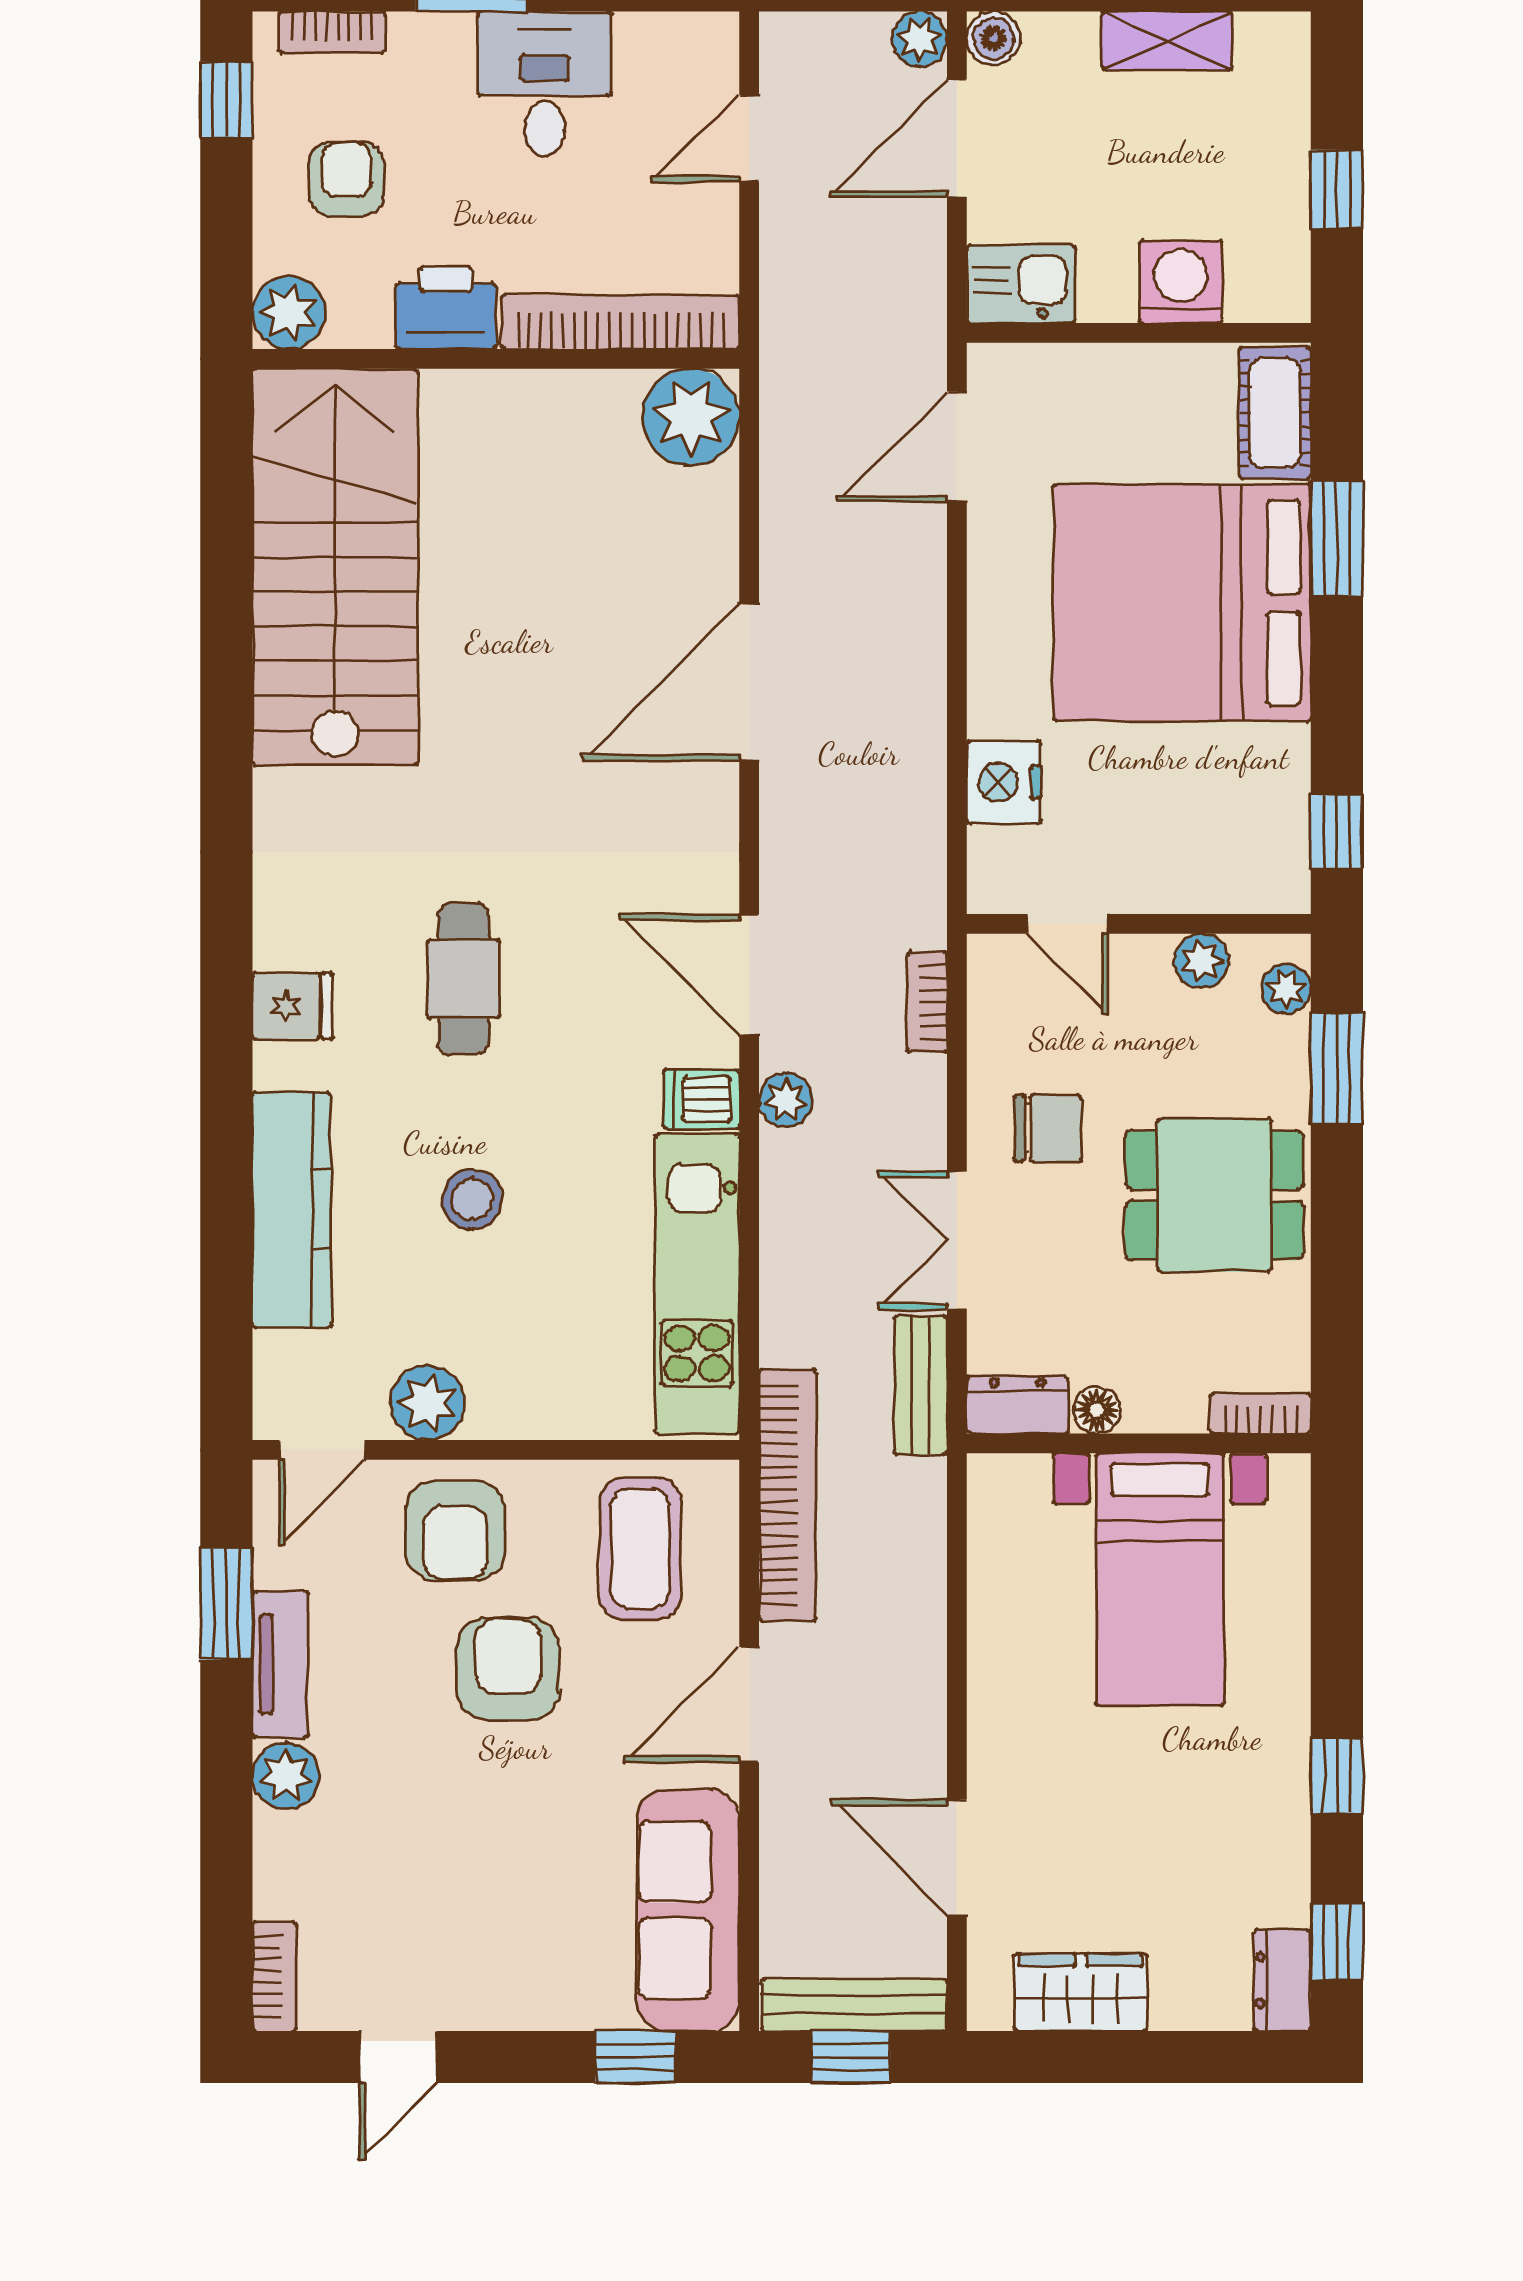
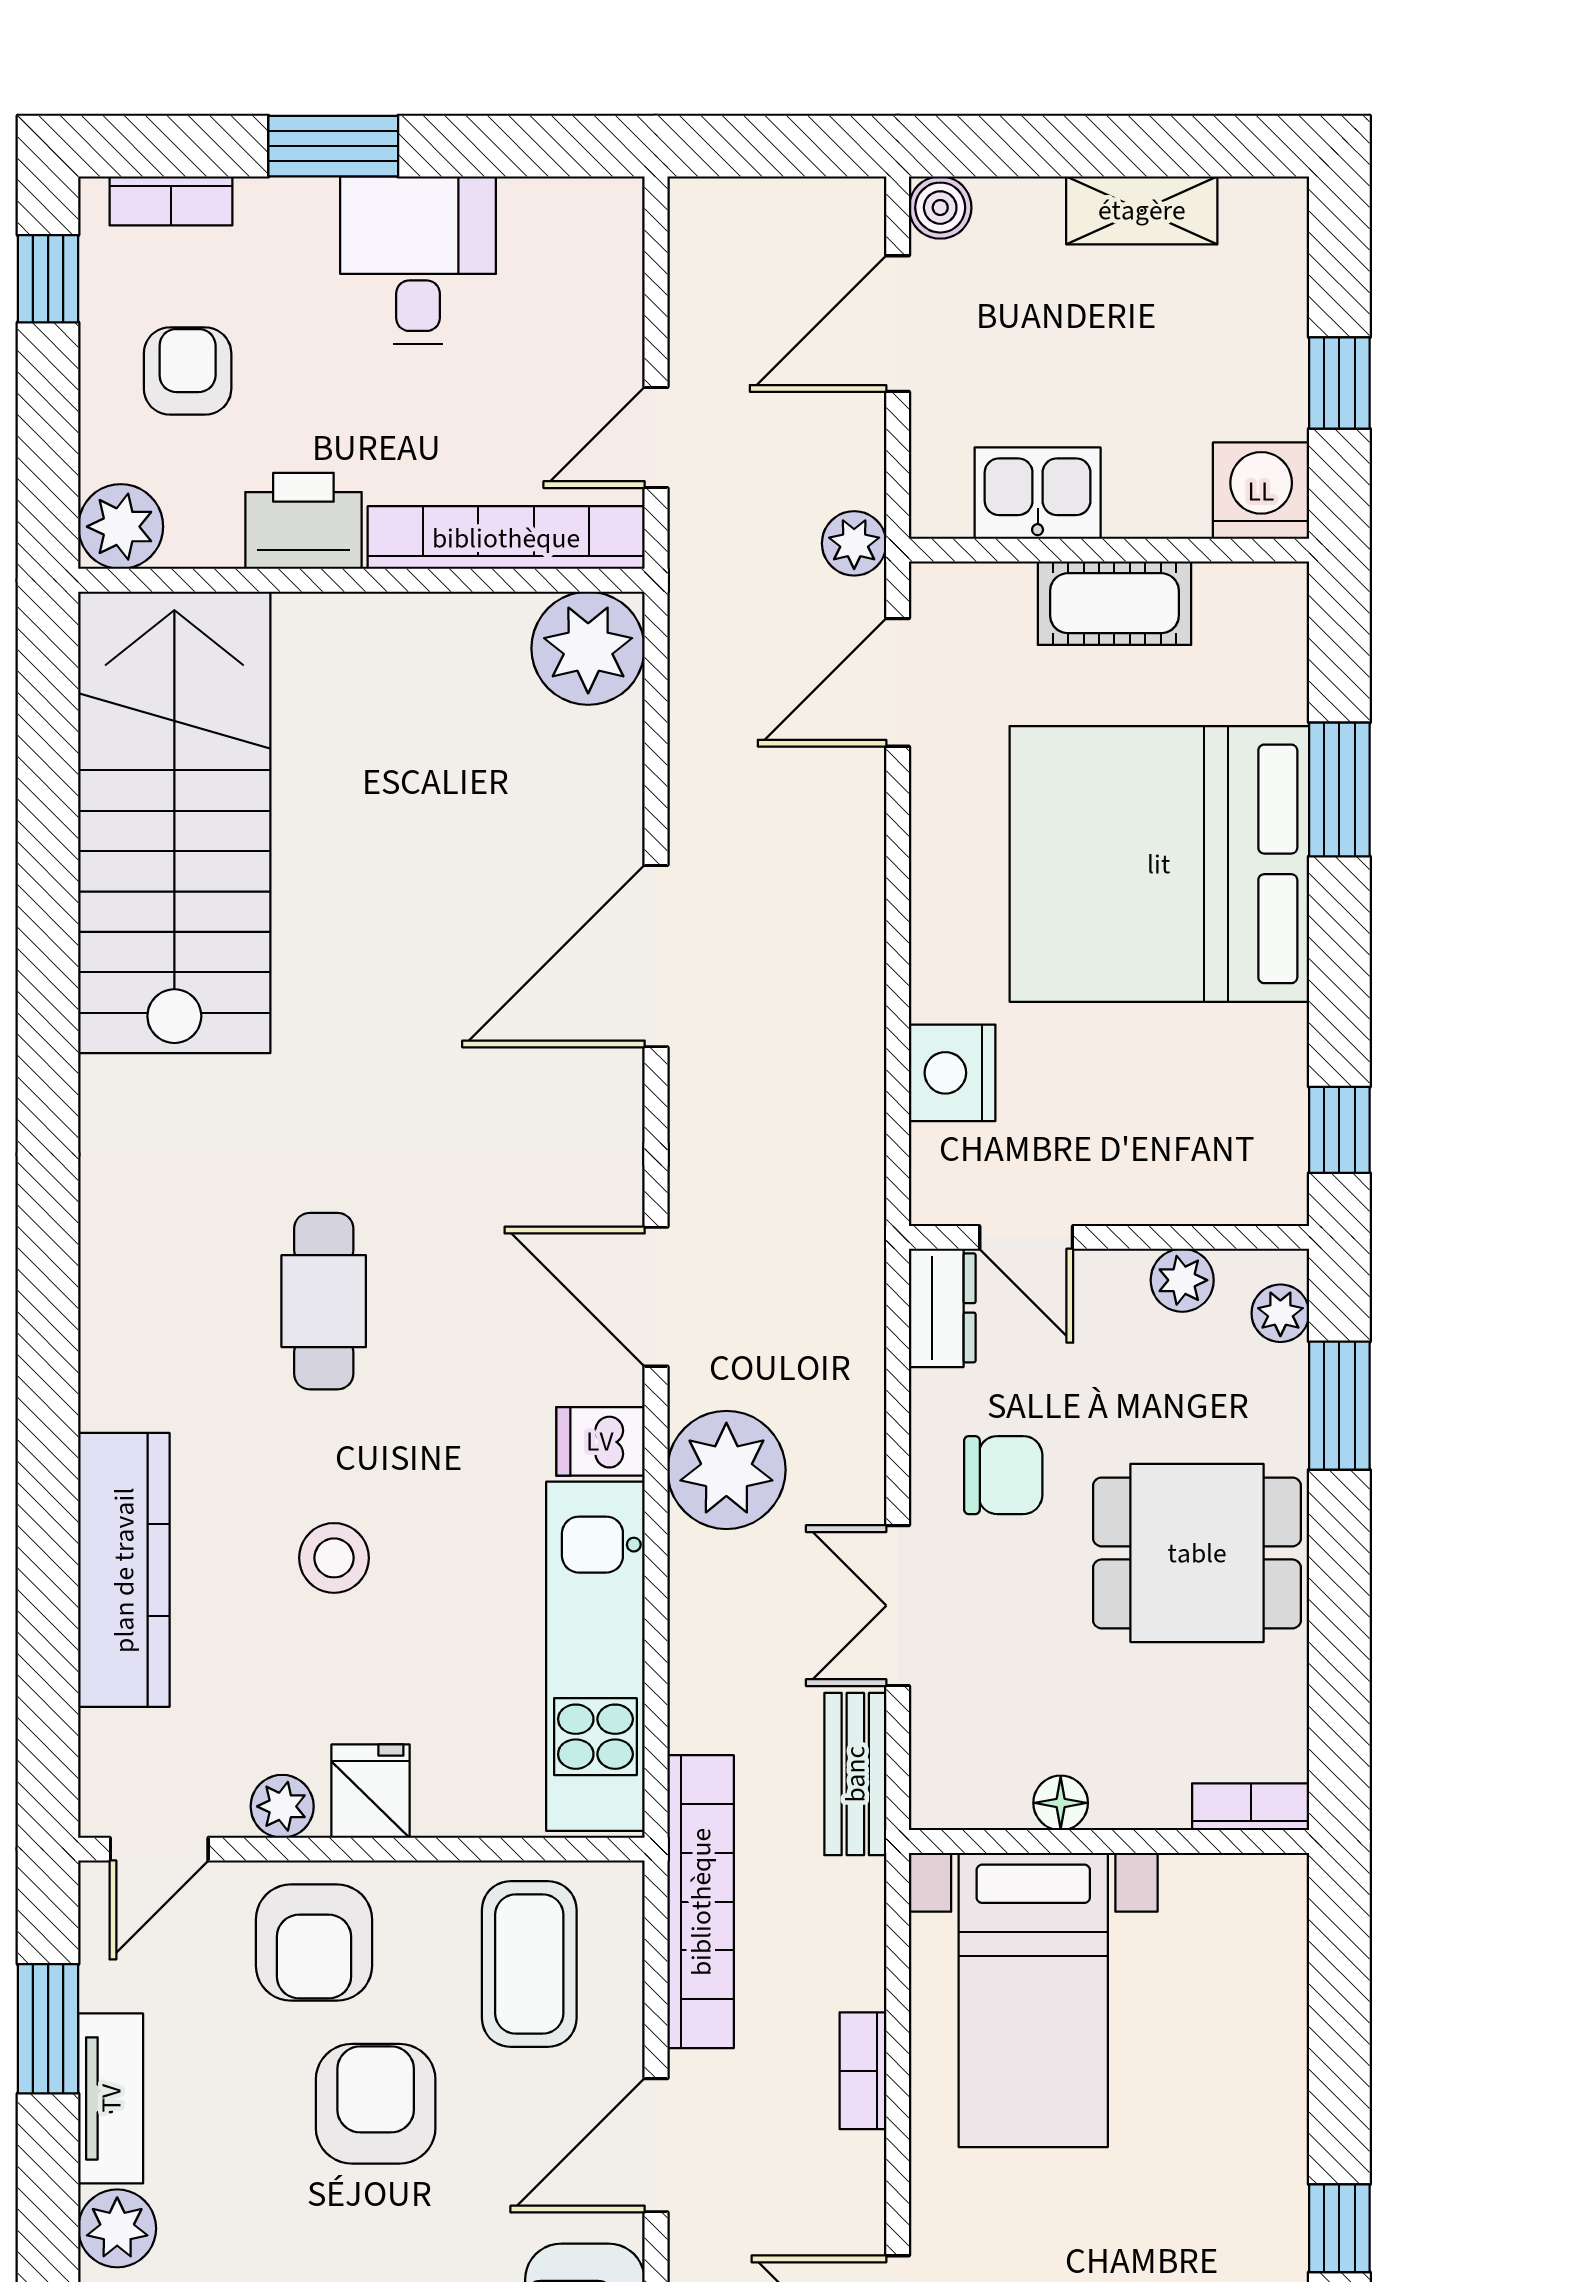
plant: (920, 39) -> (854, 543), moved
door: (749, 138) -> (656, 437), moved
washing machine: (1181, 282) -> (1261, 491), moved
kitchen sink: (1021, 284) -> (1038, 493), moved
cot: (1275, 413) -> (1114, 603), moved, turned 90
bookcase: (927, 1002) -> (863, 2071), moved
fridge: (293, 1006) -> (371, 1791), moved, turned -90
plant: (786, 1100) -> (726, 1470), width x1.88, depth x1.88
plant: (428, 1403) -> (282, 1806), width x0.73, depth x0.73
dresser: (1018, 1405) -> (942, 1308), moved, turned 90
bed with nightstands: (1160, 1580) -> (1033, 2000), moved

